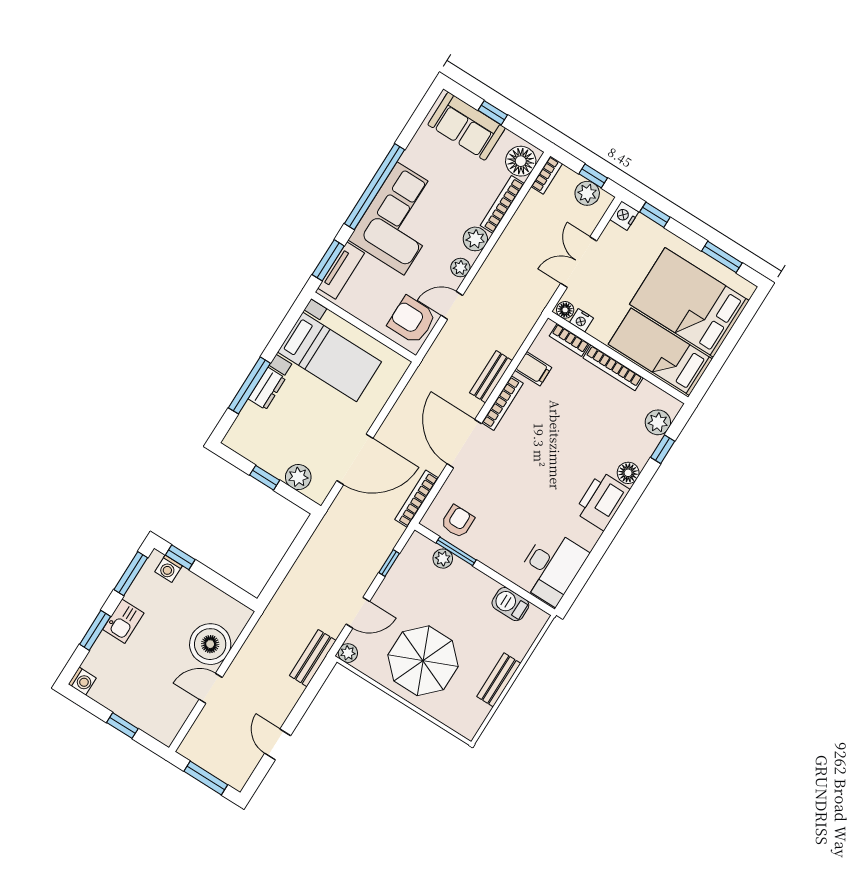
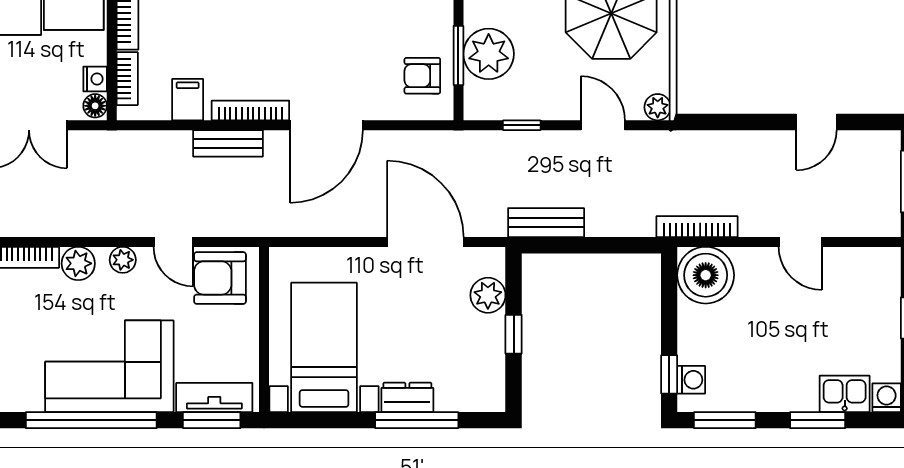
armchair: (412, 320) -> (220, 278), turned 90
bookcase: (417, 499) -> (697, 227), moved, turned 180
plant: (443, 559) -> (489, 54), width x1.87, depth x1.87
kitchen sink: (123, 621) -> (845, 394), moved
boiler: (210, 644) -> (706, 275), moved
bench: (313, 658) -> (546, 223), moved

